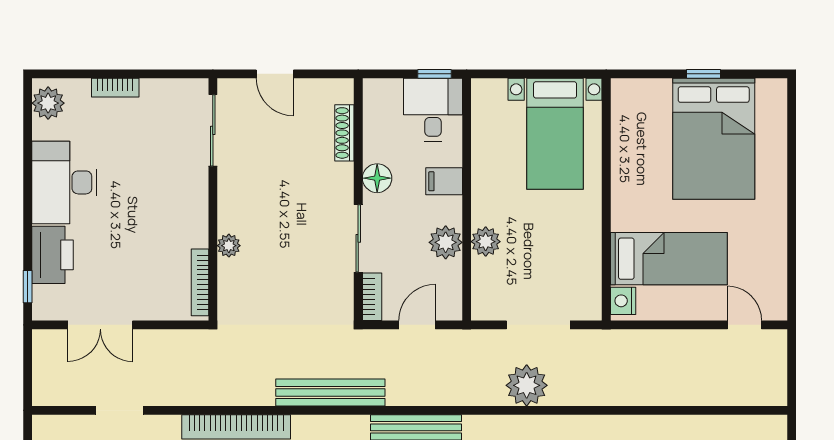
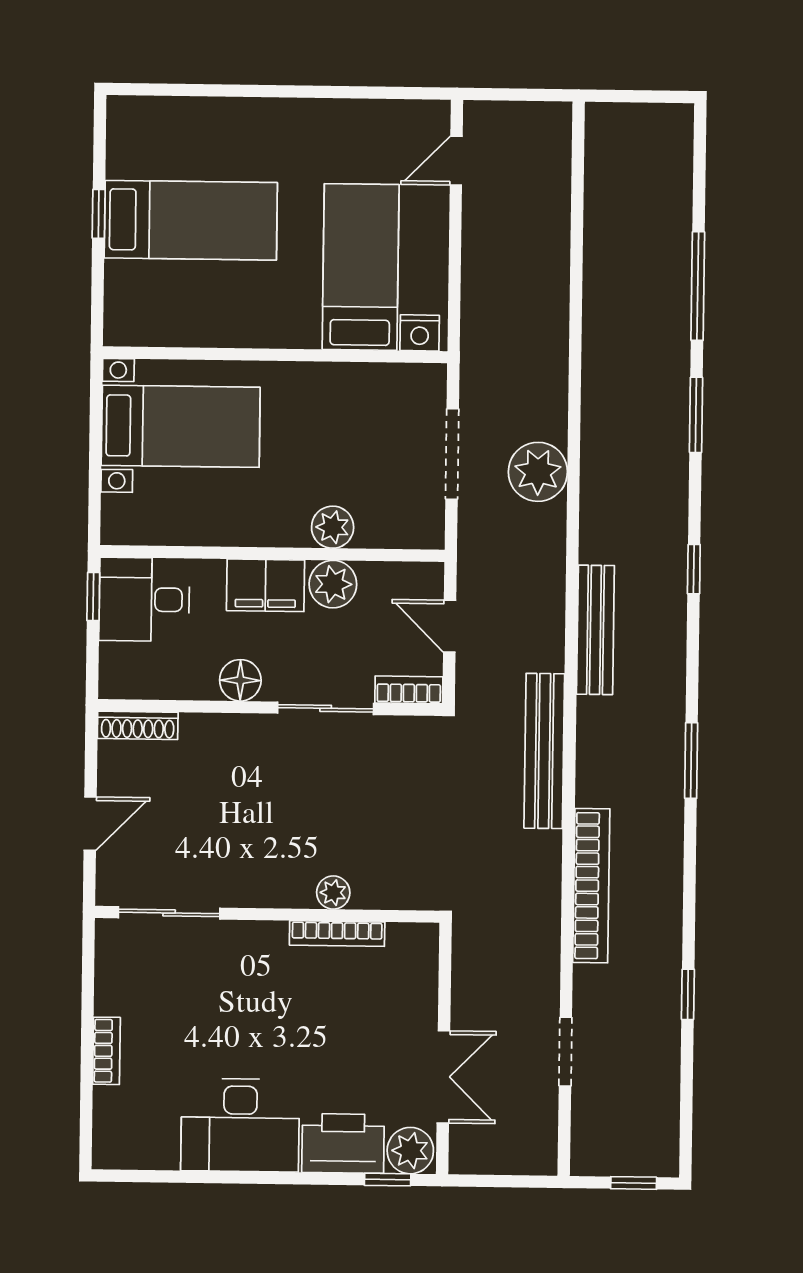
plant: (48, 103) -> (410, 1151), moved
shoe rack: (344, 133) -> (138, 725), moved
bed: (714, 139) -> (191, 220), width x0.67
filing cabinet: (444, 181) -> (265, 585), width x2.00
bookcase: (200, 282) -> (337, 934), moved

